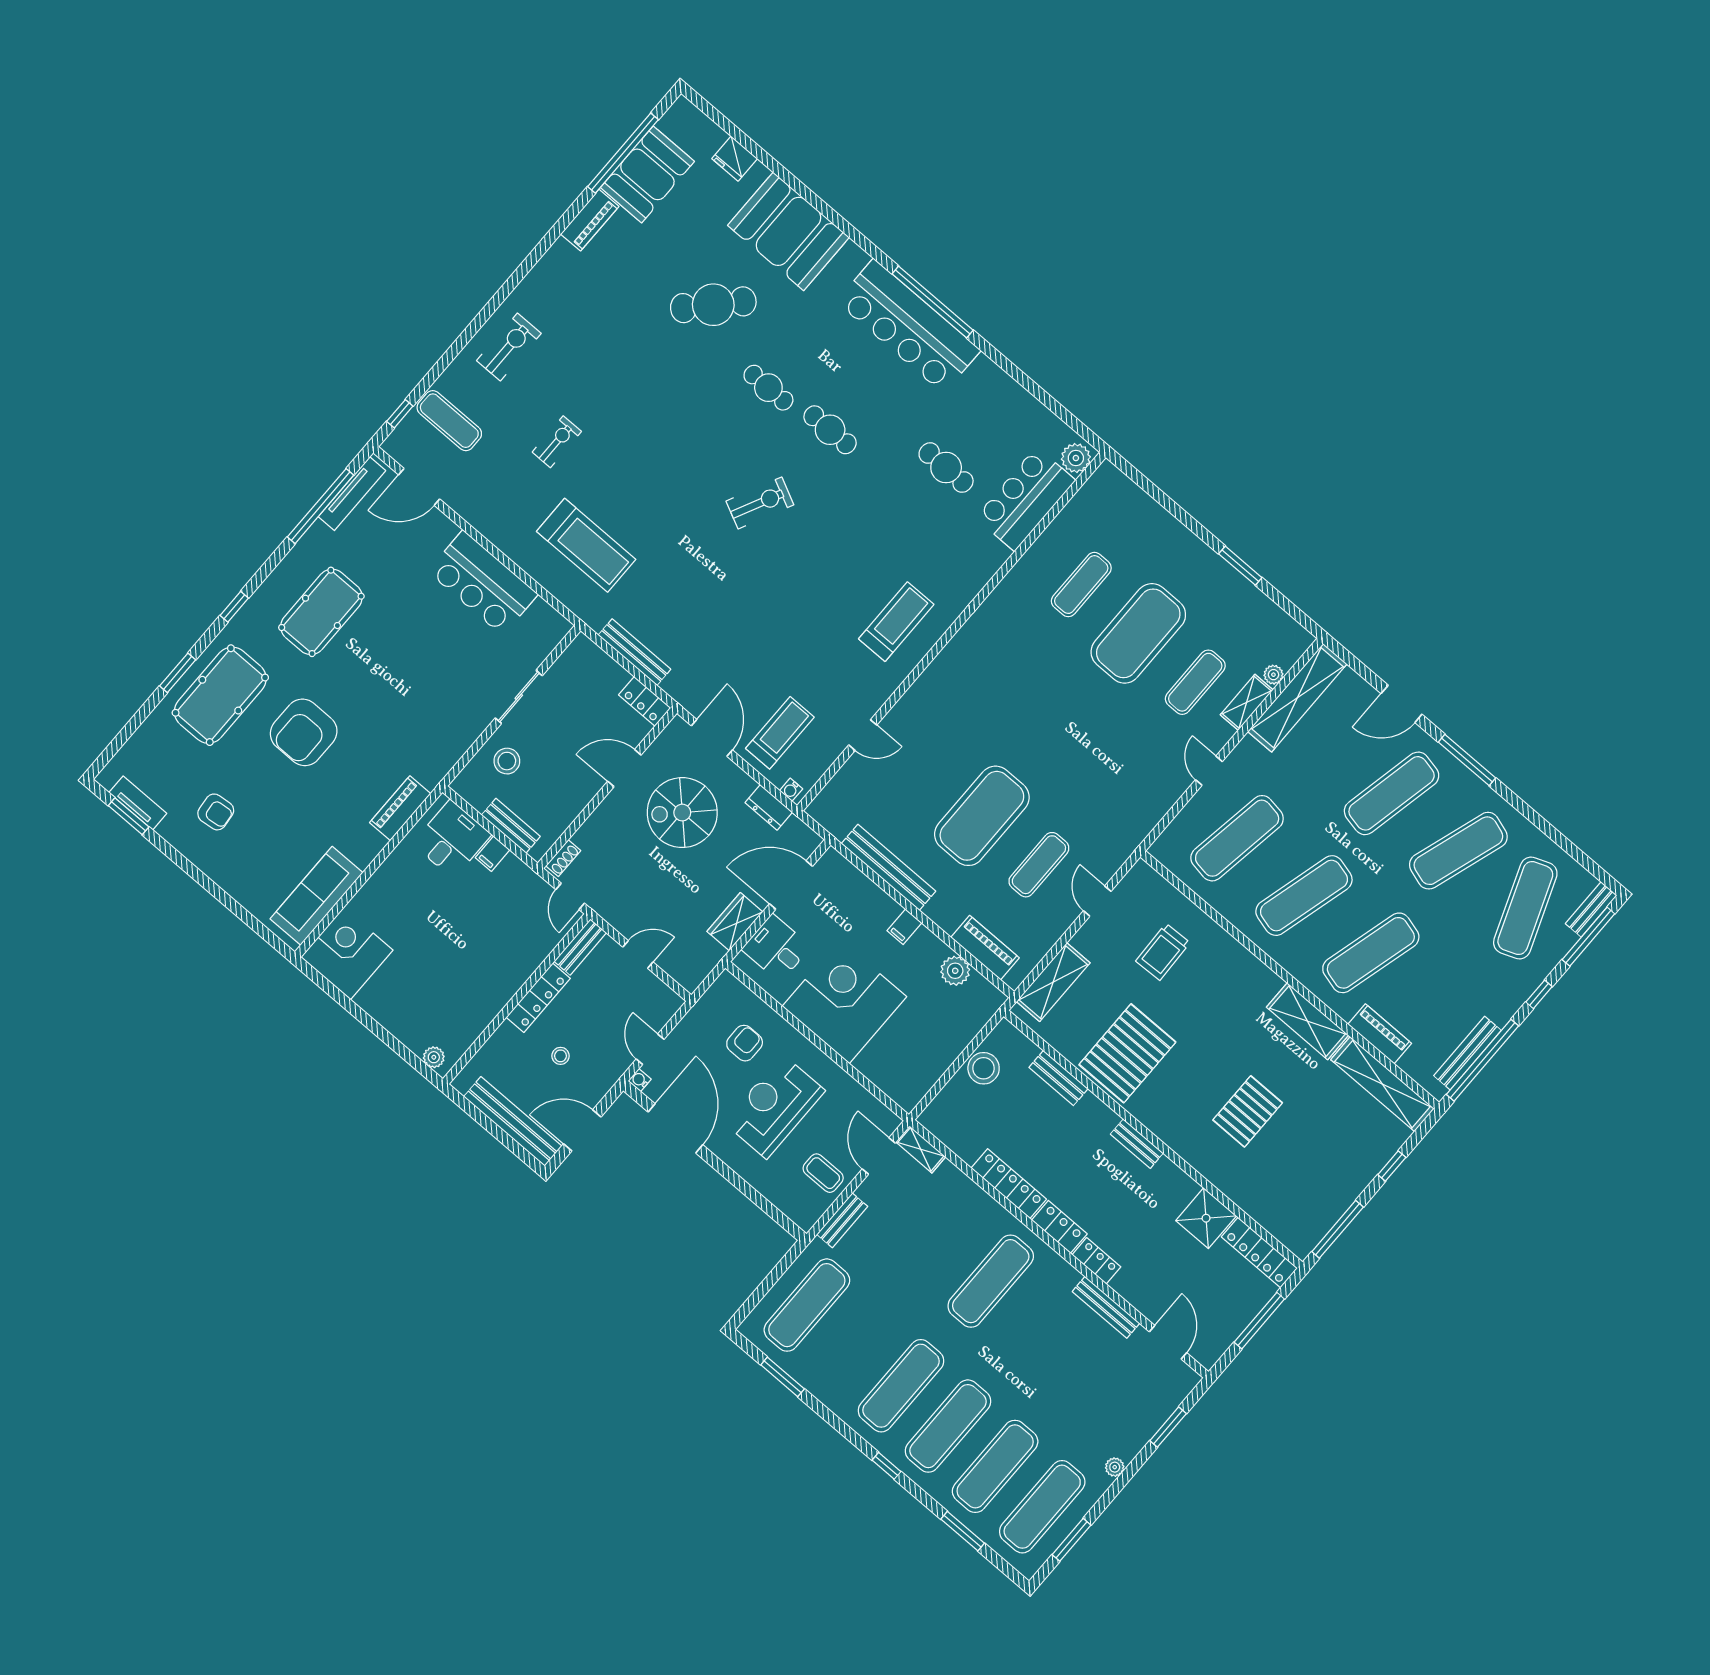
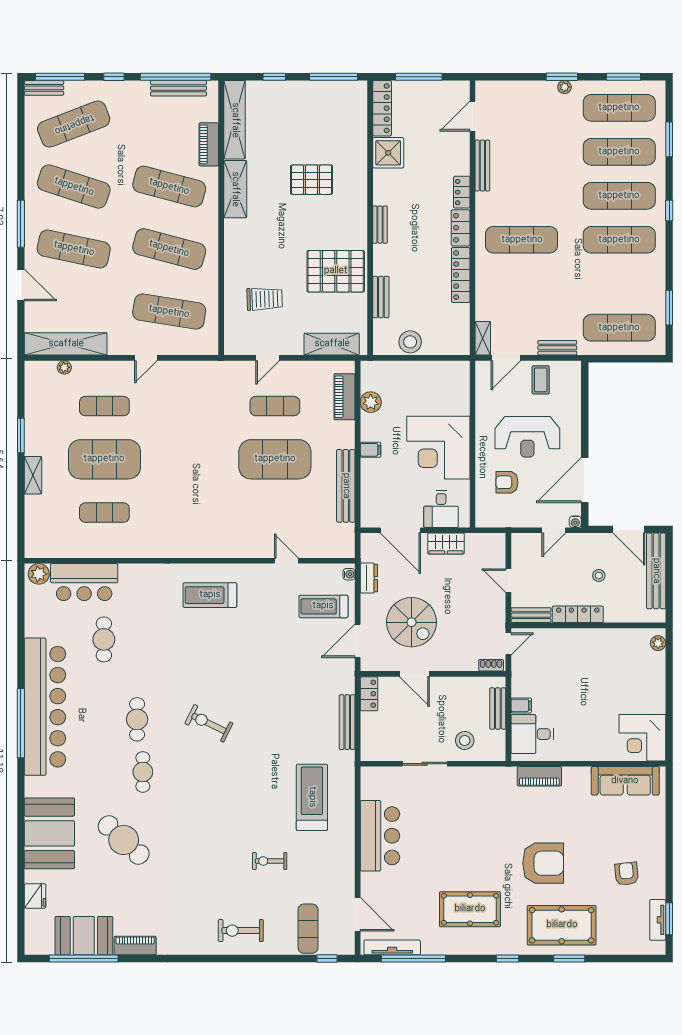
bar counter: (909, 326) -> (45, 707), width x1.36
shelving: (1247, 702) -> (33, 475), moved, turned 90
window: (1168, 1427) -> (562, 77), moved

